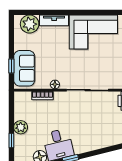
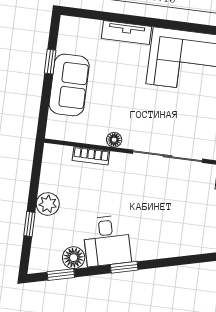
plant: (30, 24) -> (85, 33), removed
window: (11, 66) -> (50, 62), moved
sofa: (24, 68) -> (69, 85), moved

